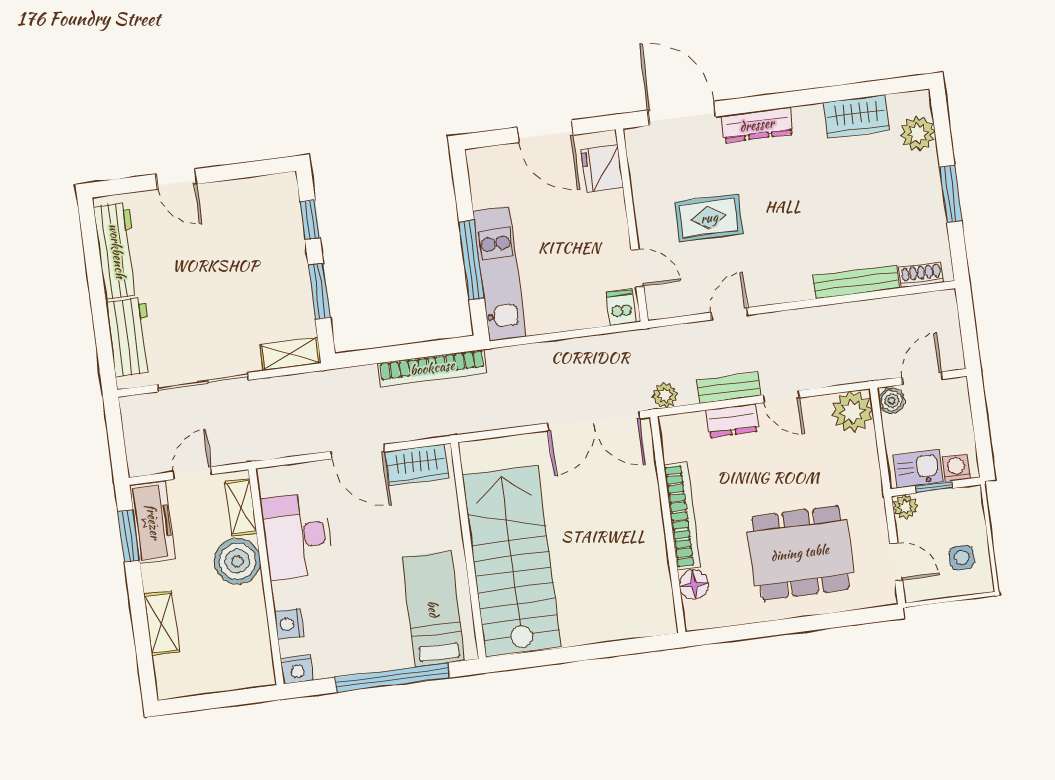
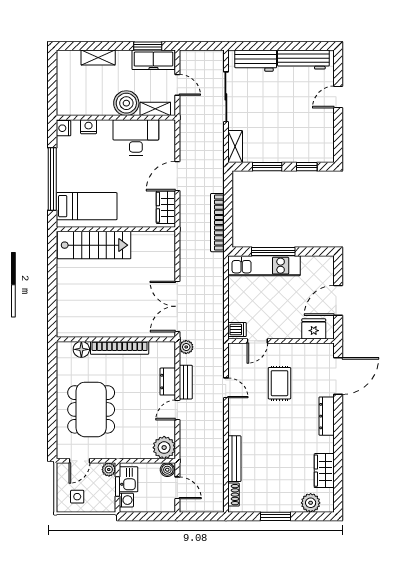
stairs: (512, 560) -> (94, 245), width x0.73, depth x0.66

